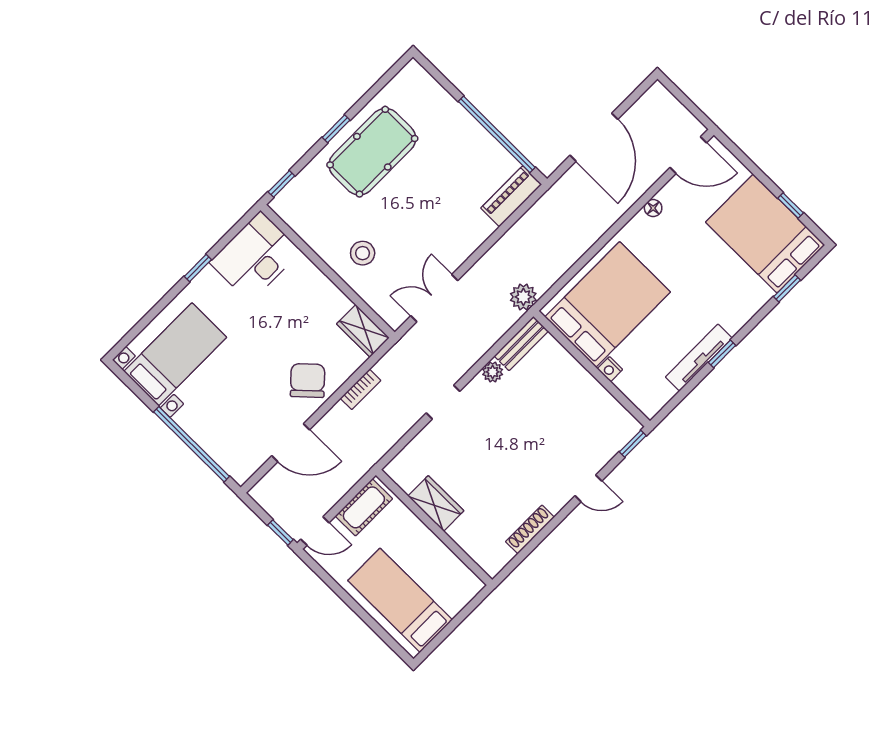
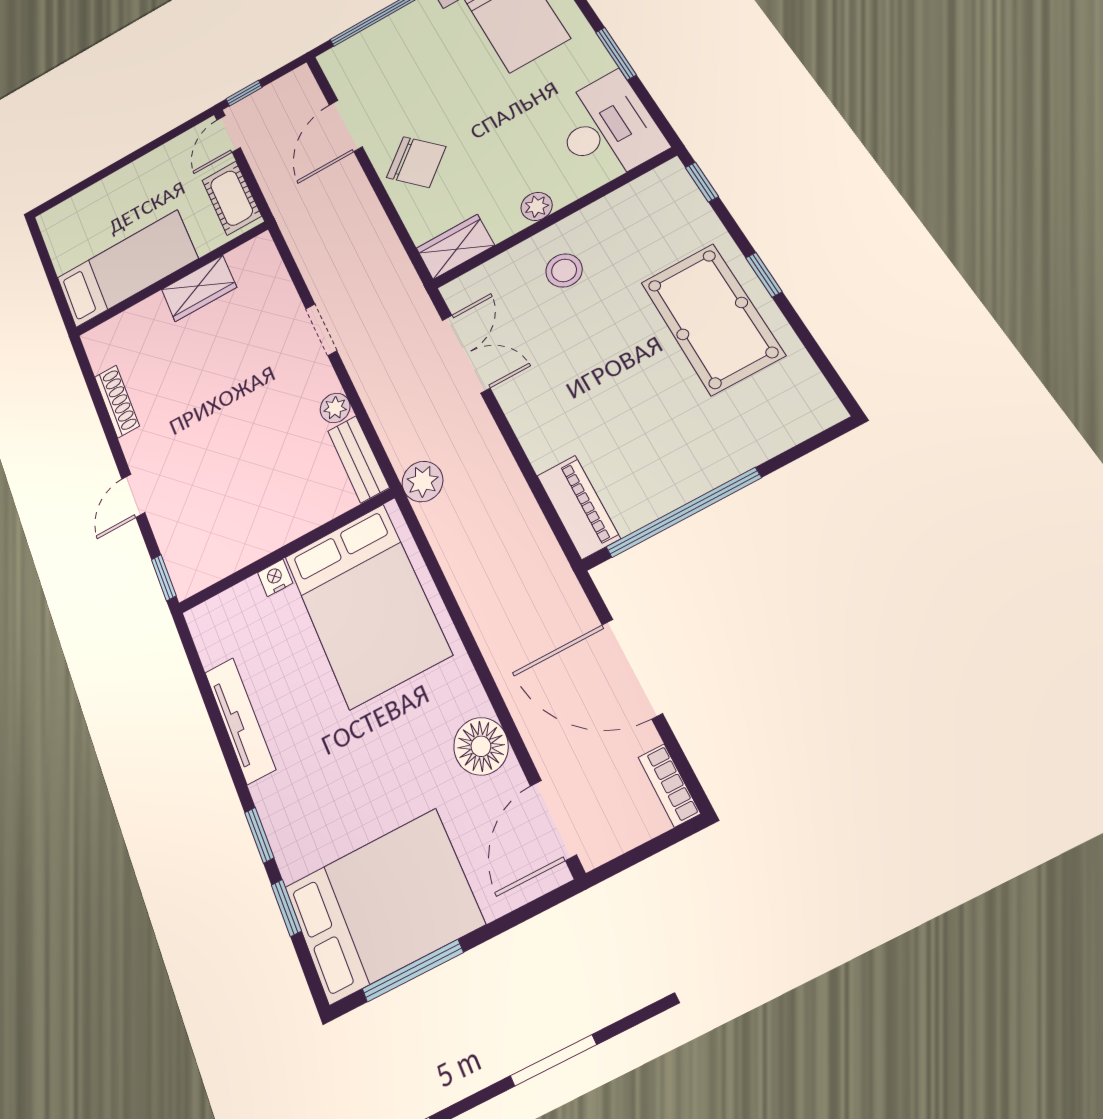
window: (791, 206) -> (413, 971), width x2.17
floor lamp: (653, 208) -> (481, 746), width x1.89, depth x1.89
window: (198, 268) -> (616, 54), width x1.50
plant: (322, 286) -> (537, 206), added
window: (722, 354) -> (259, 835), moved
bookcase: (361, 389) -> (669, 785), moved
bed: (400, 600) -> (127, 268), moved

